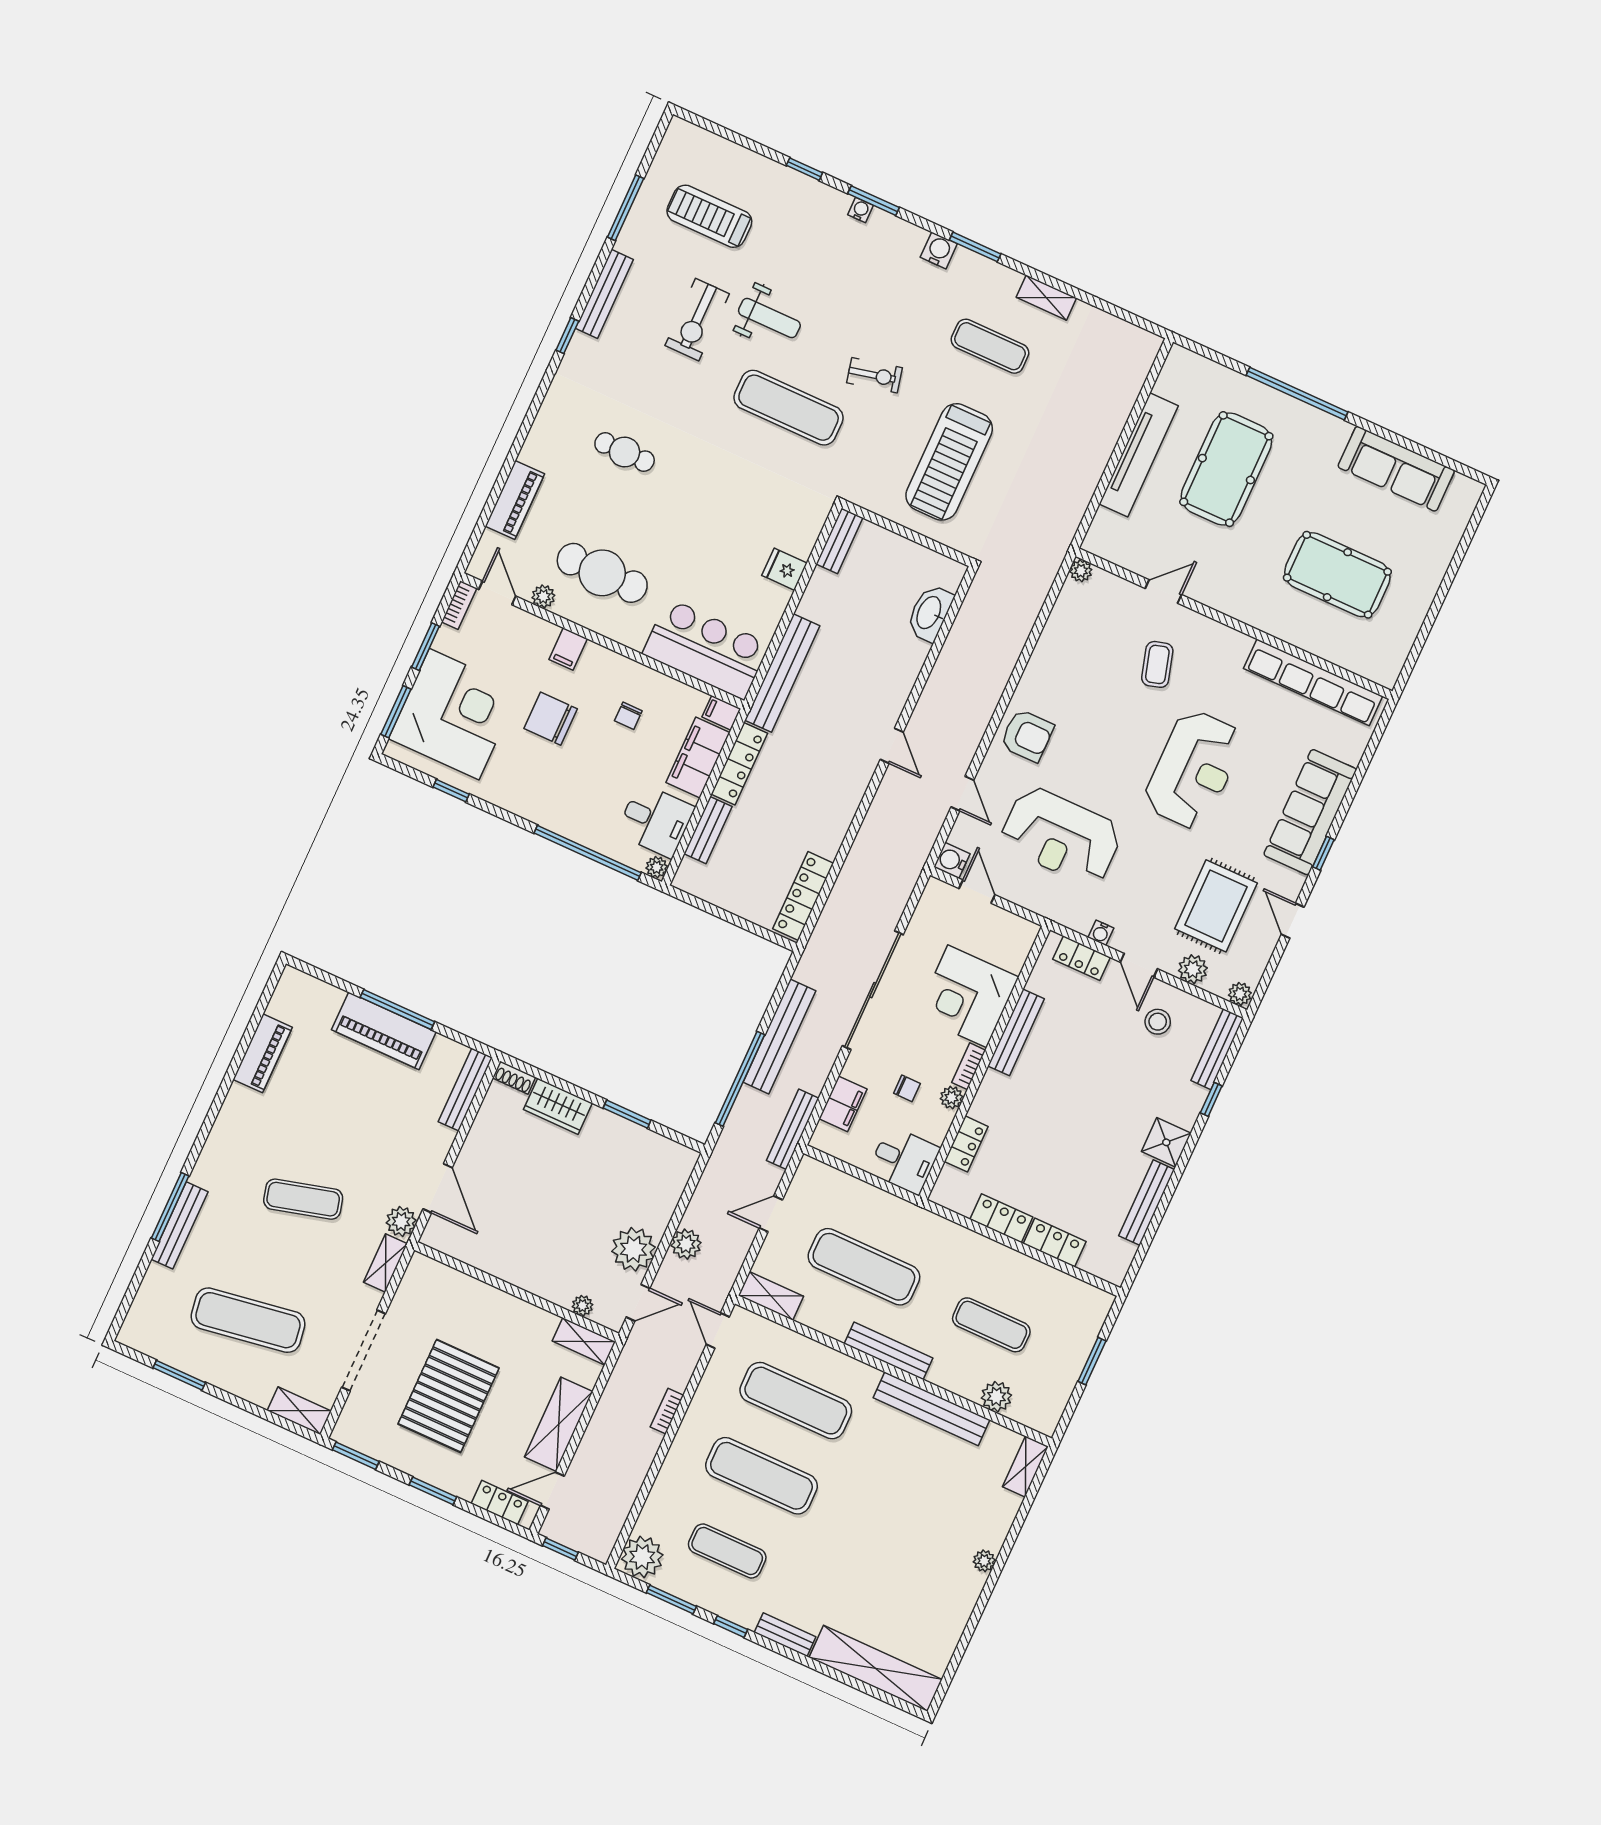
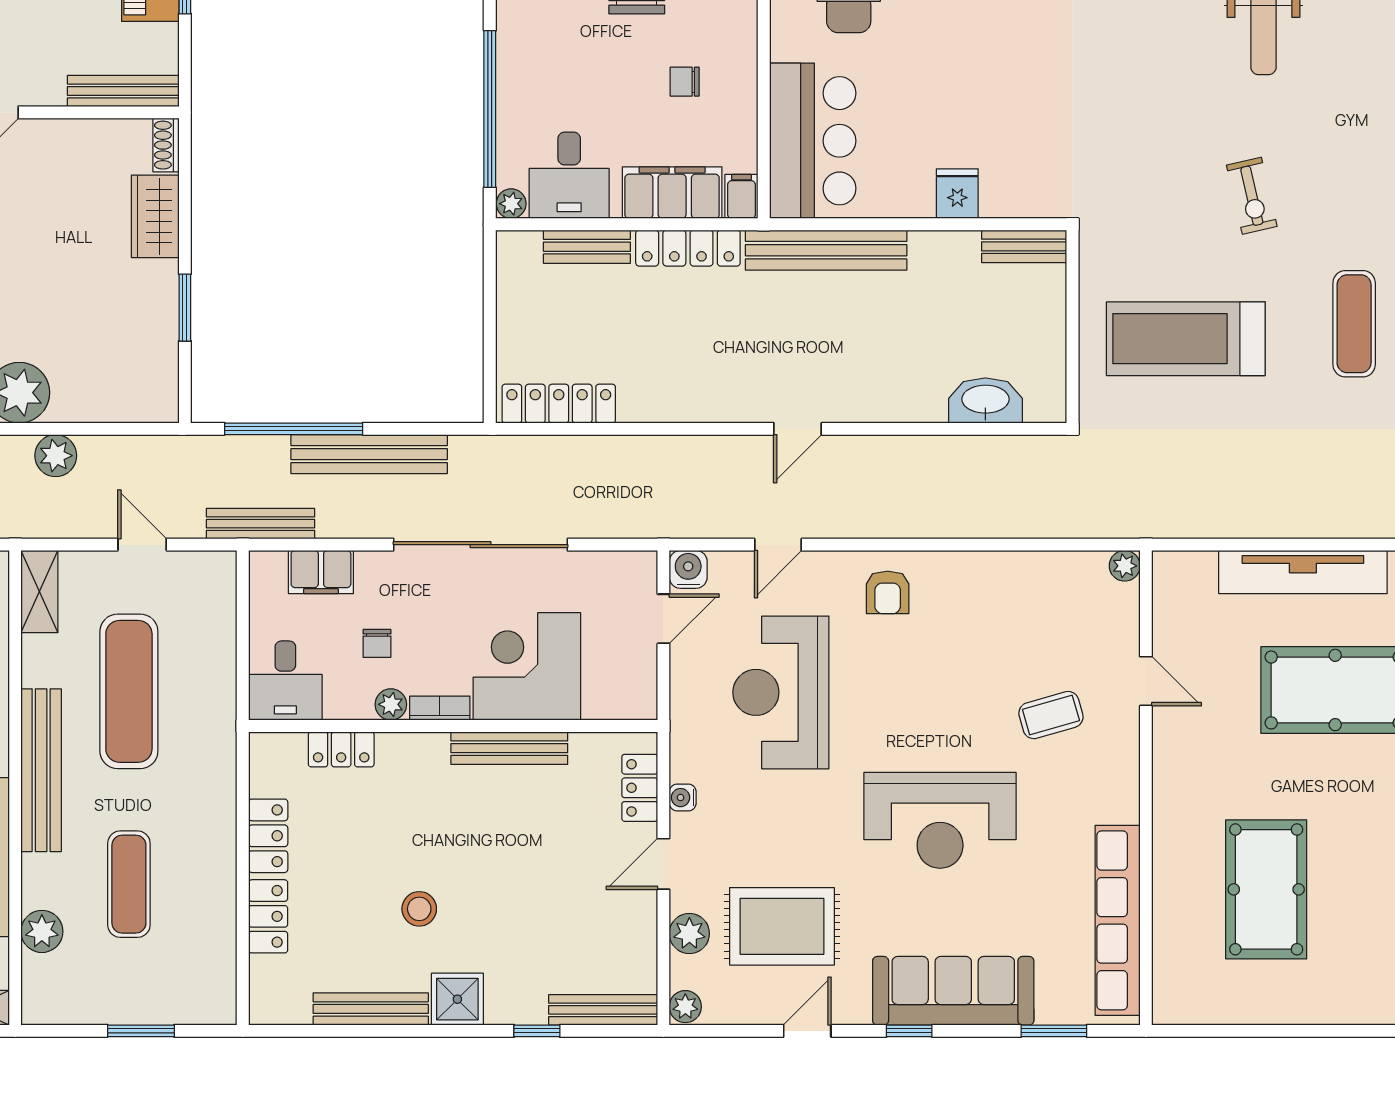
exercise mat: (789, 408) -> (1162, 106), removed
armchair: (1027, 735) -> (888, 592), width x0.72, depth x0.72
window: (1367, 758) -> (1054, 1031), added
stool: (1158, 1022) -> (419, 909), moved
bench: (888, 1351) -> (41, 770), width x1.37, depth x1.21

